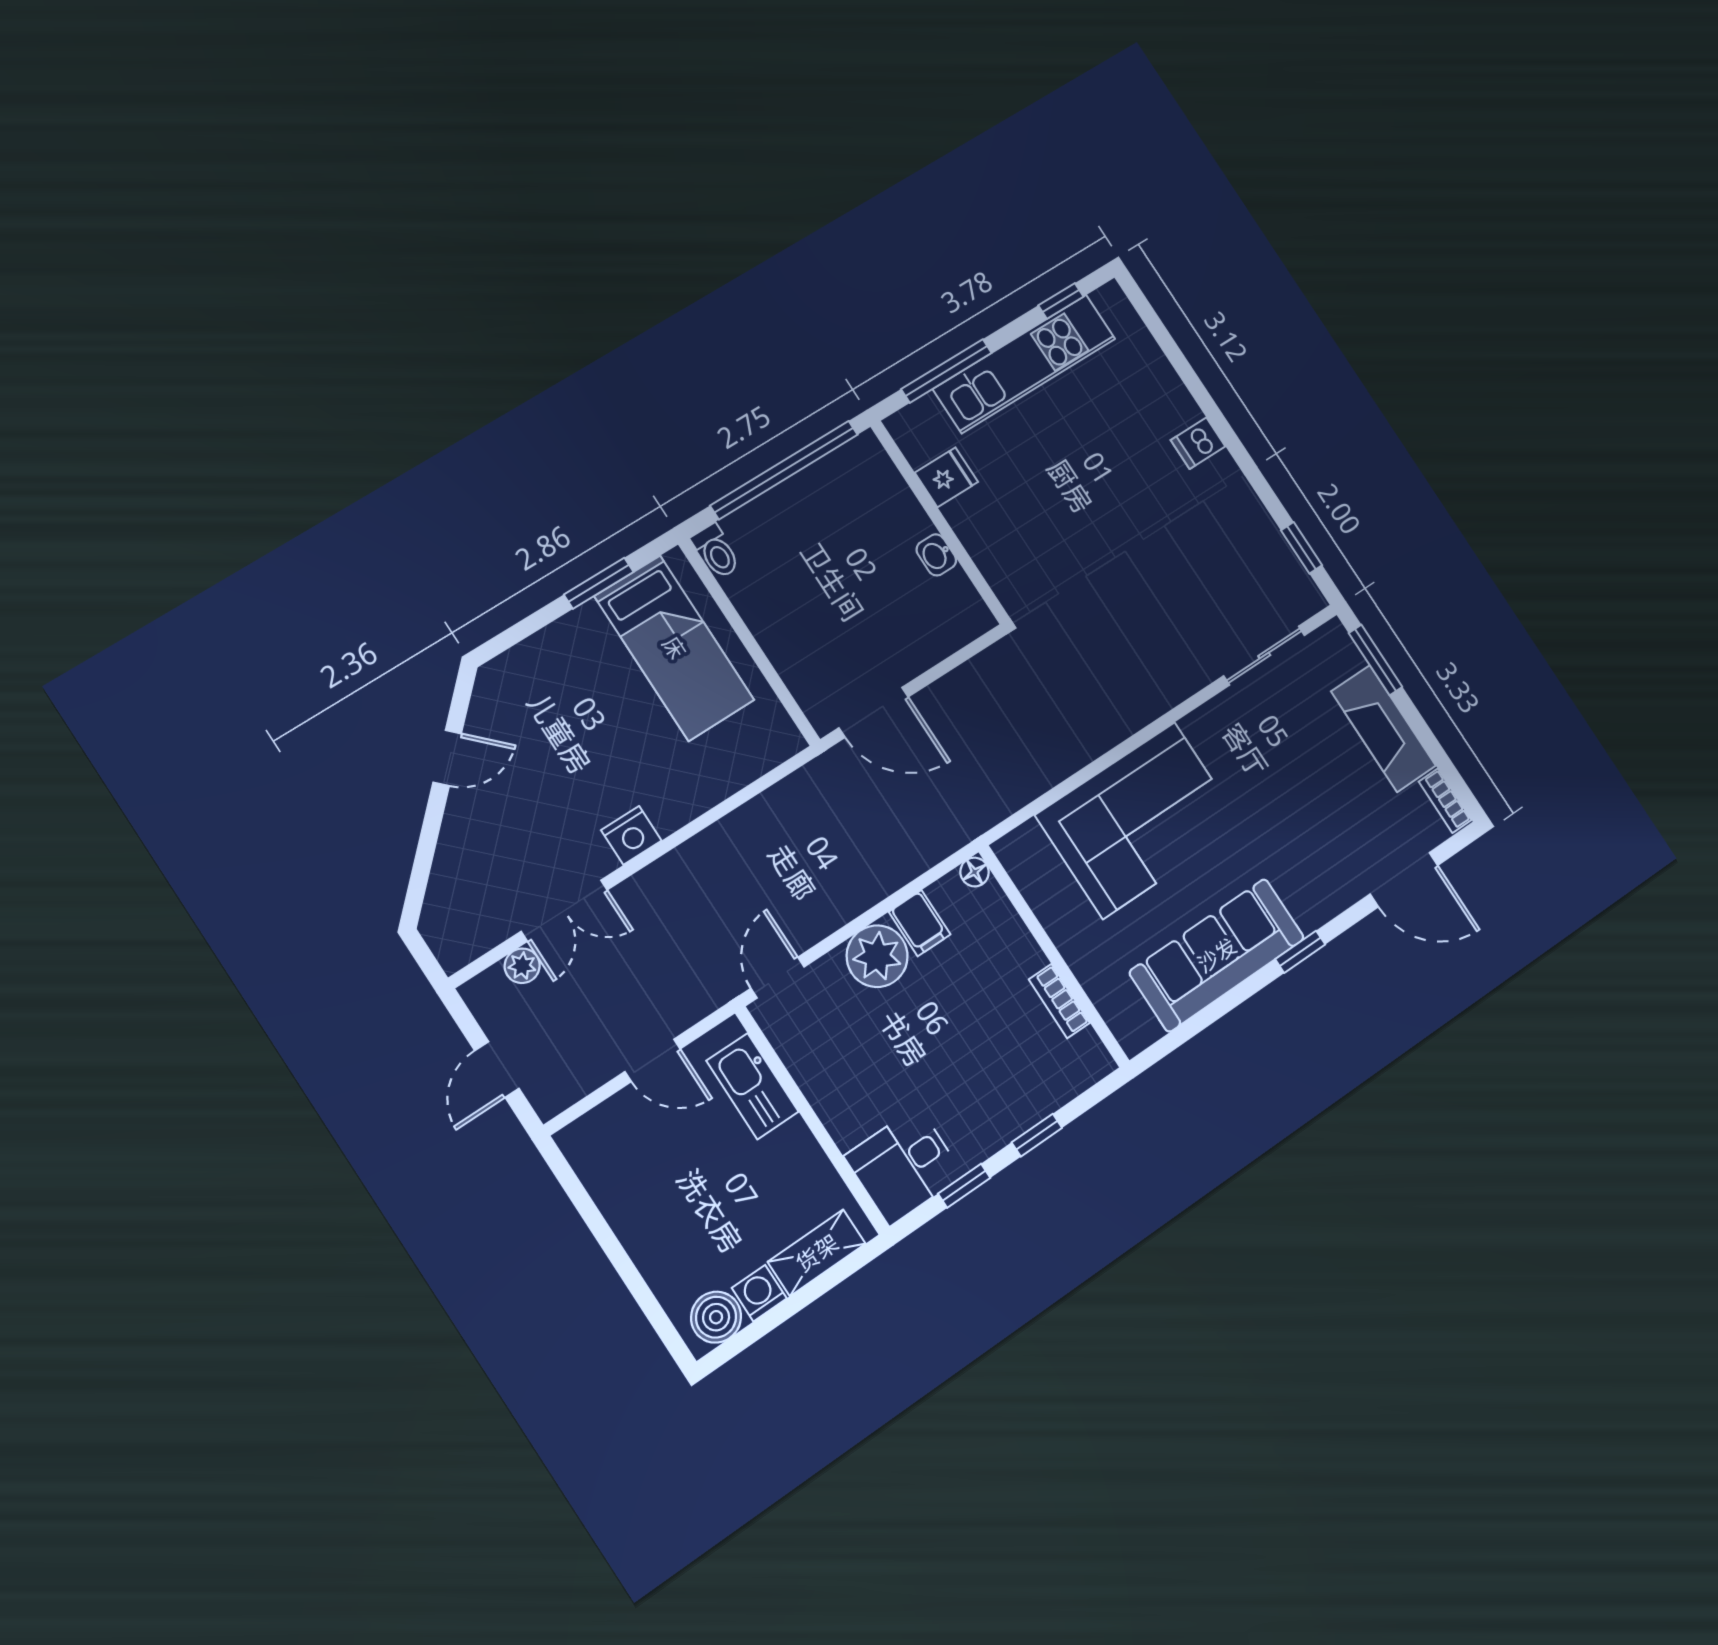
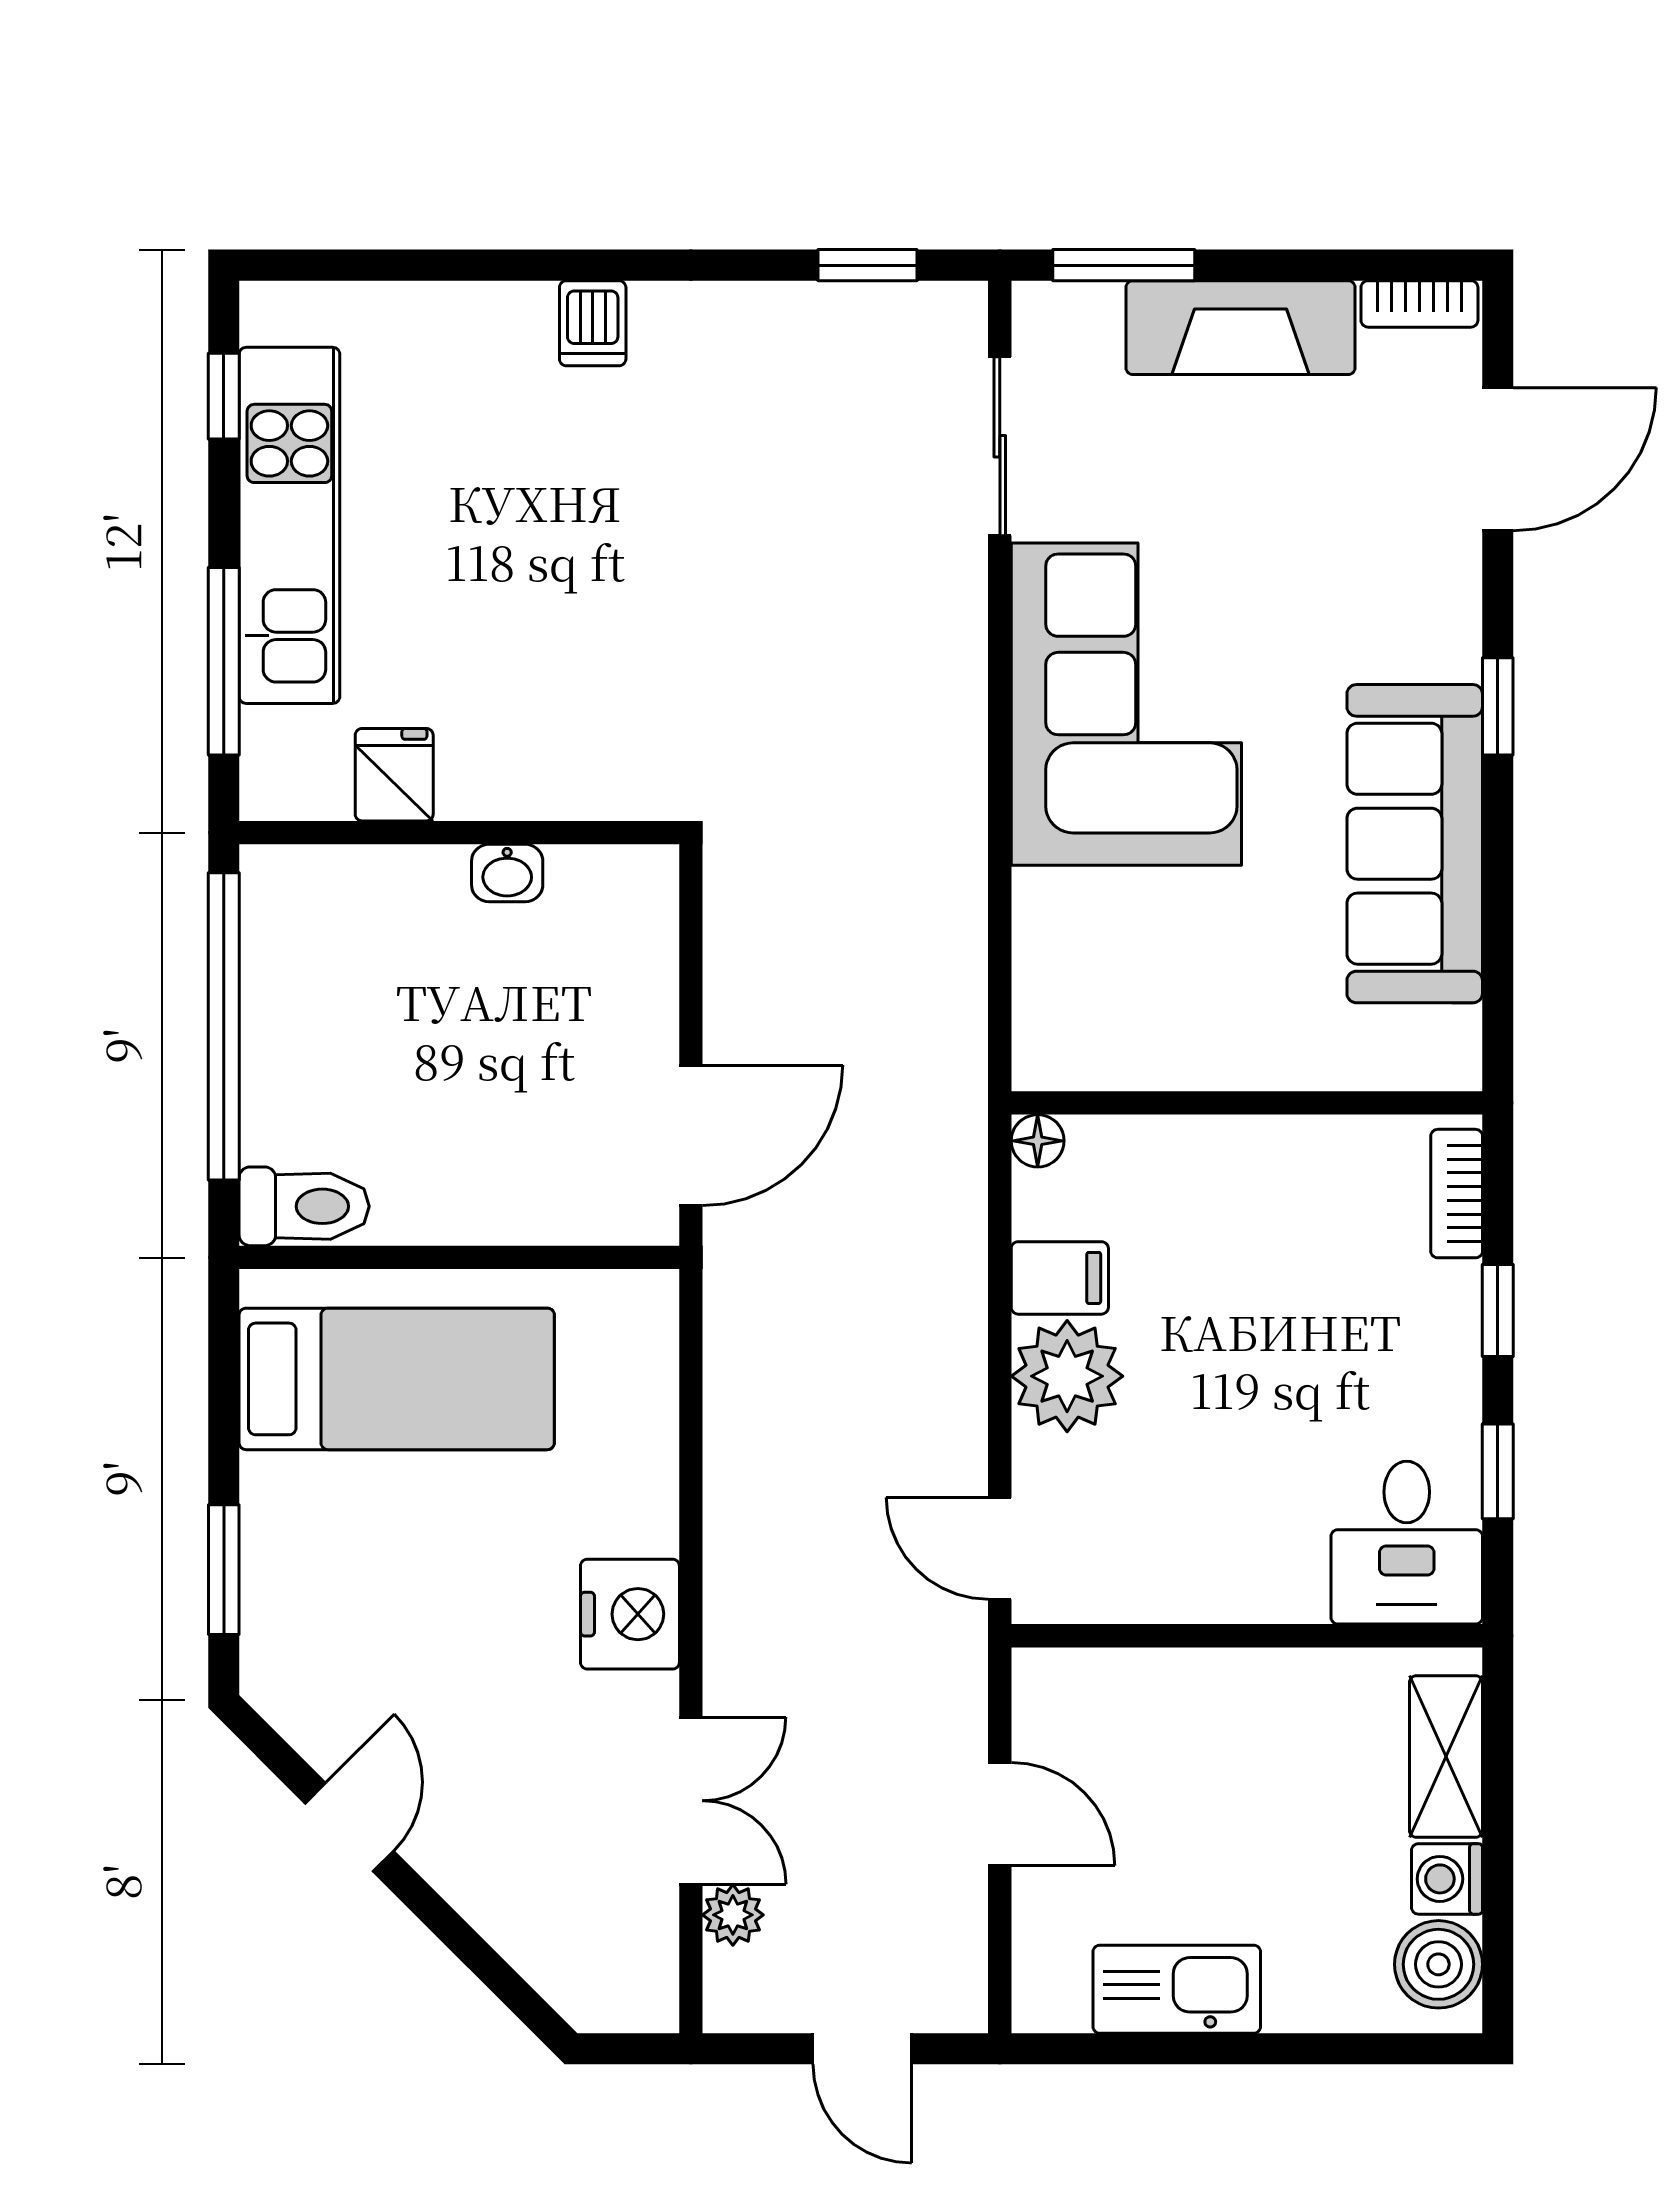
toilet: (716, 551) -> (304, 1206), width x1.37, depth x1.39
window: (599, 583) -> (224, 1570), moved
corner sofa: (1139, 820) -> (1126, 704), moved
nightstand: (631, 835) -> (630, 1614), width x1.36, depth x1.33
bookcase: (1059, 1001) -> (1457, 1194), moved, turned 90
door: (653, 1060) -> (1000, 1814), hinge flipped
kitchen sink: (752, 1086) -> (1177, 1989), moved, turned 180

